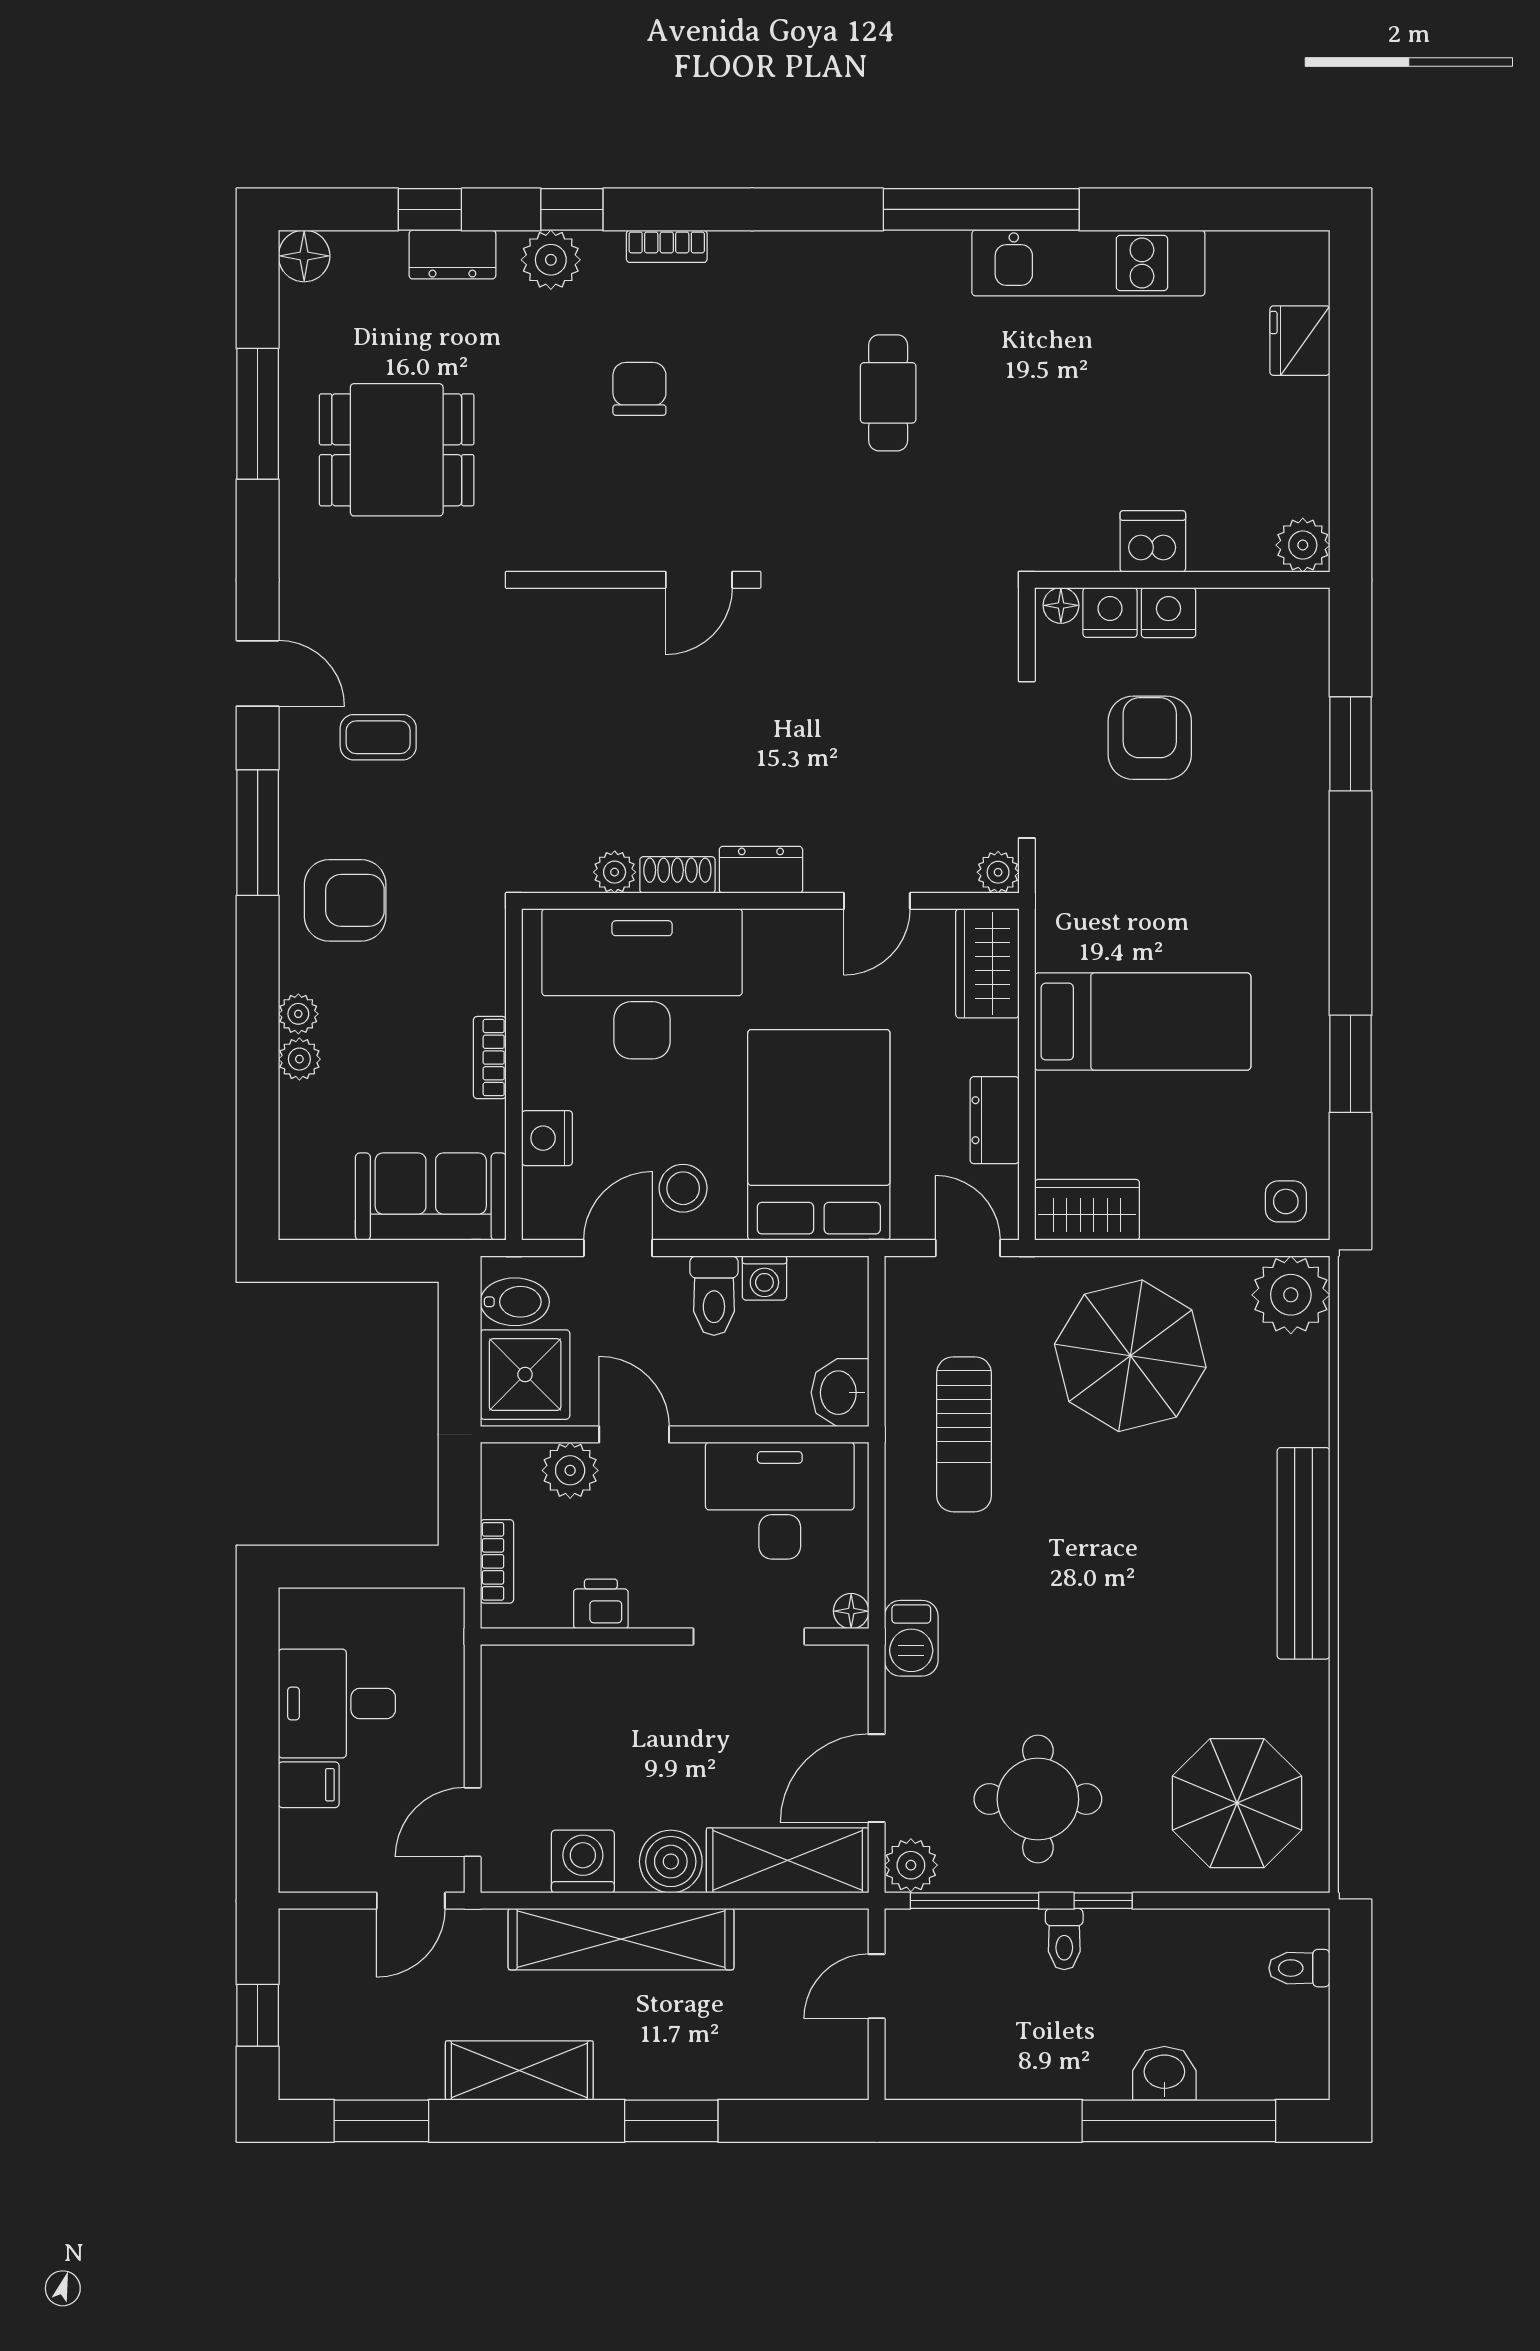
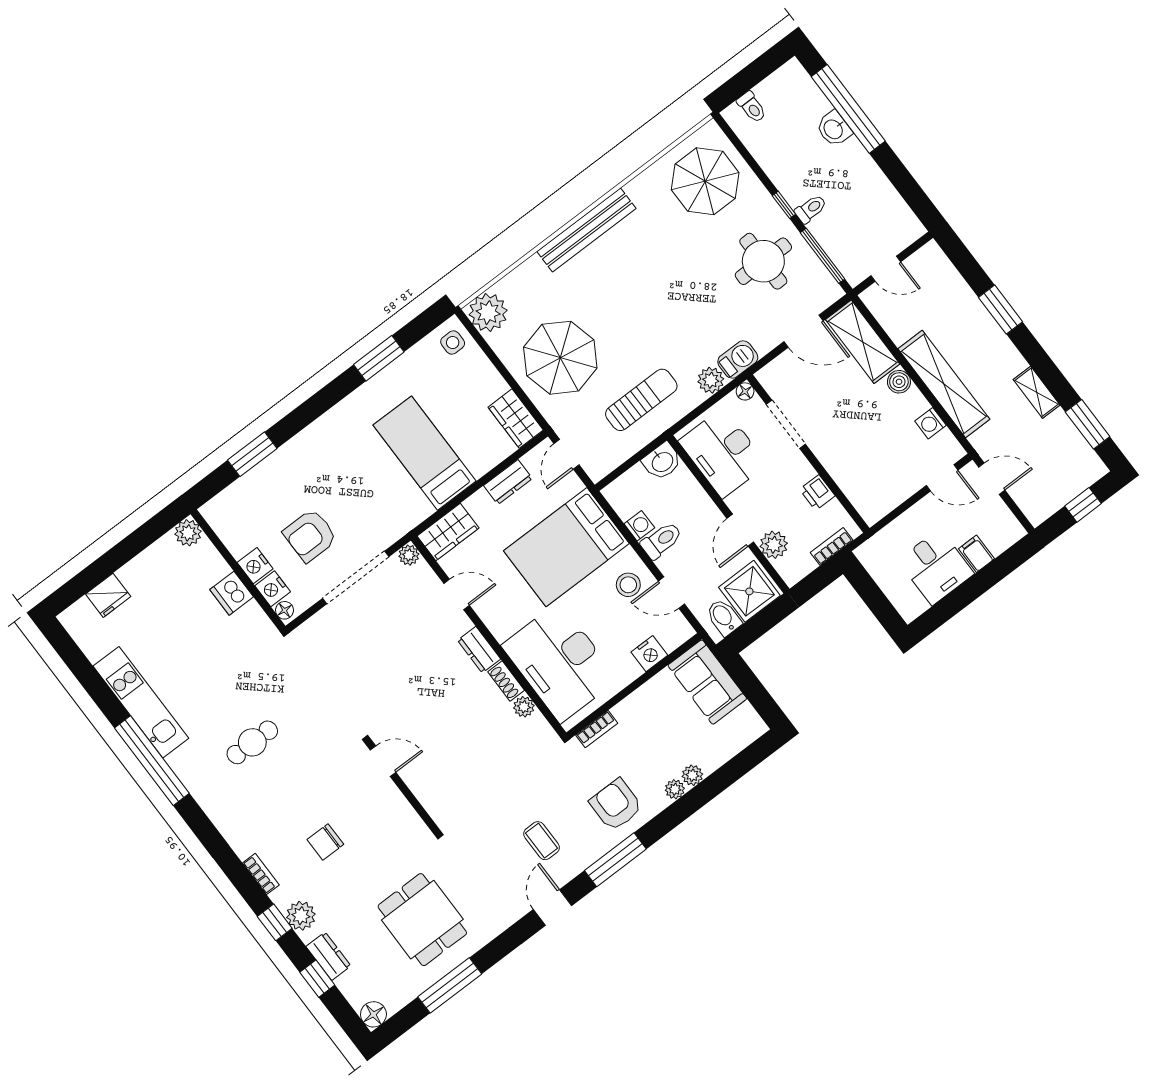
bookcase: (490, 1058) -> (597, 729), moved
washing machine: (583, 1862) -> (931, 423), width x0.73, depth x0.73
boiler: (671, 1862) -> (899, 382), width x0.73, depth x0.73
plant: (911, 1865) -> (711, 380), moved
shelving: (519, 2071) -> (1037, 392), width x0.67, depth x0.75

